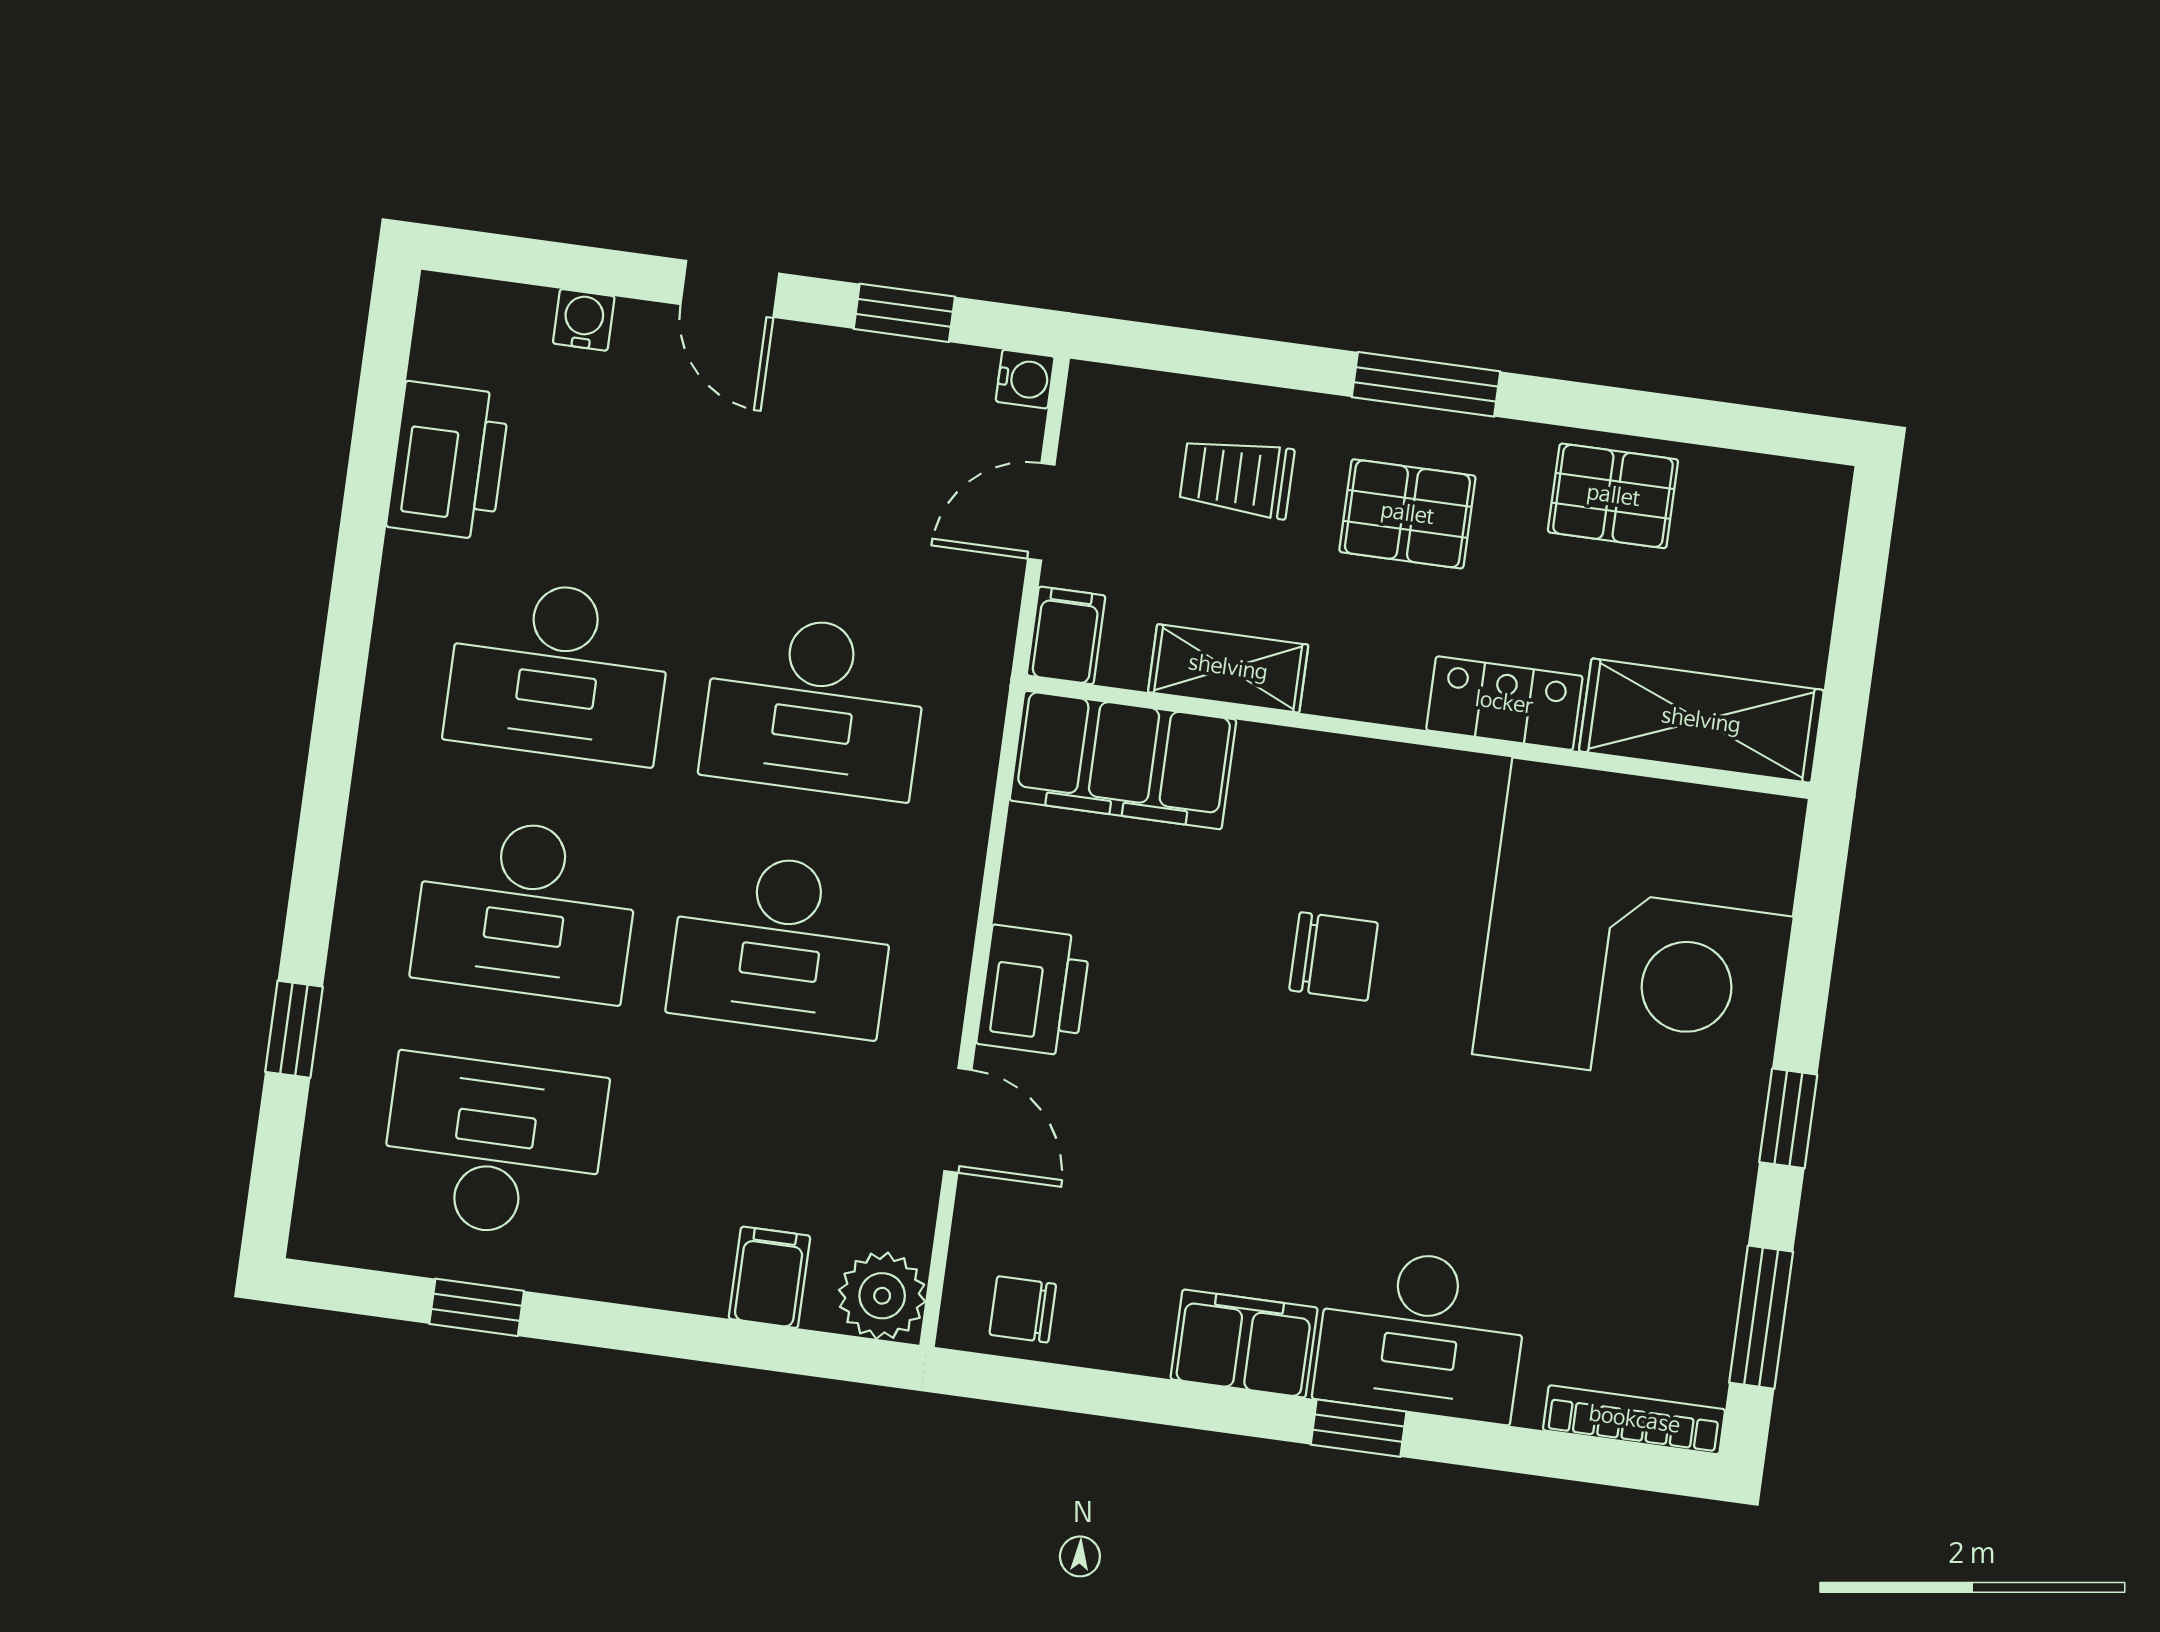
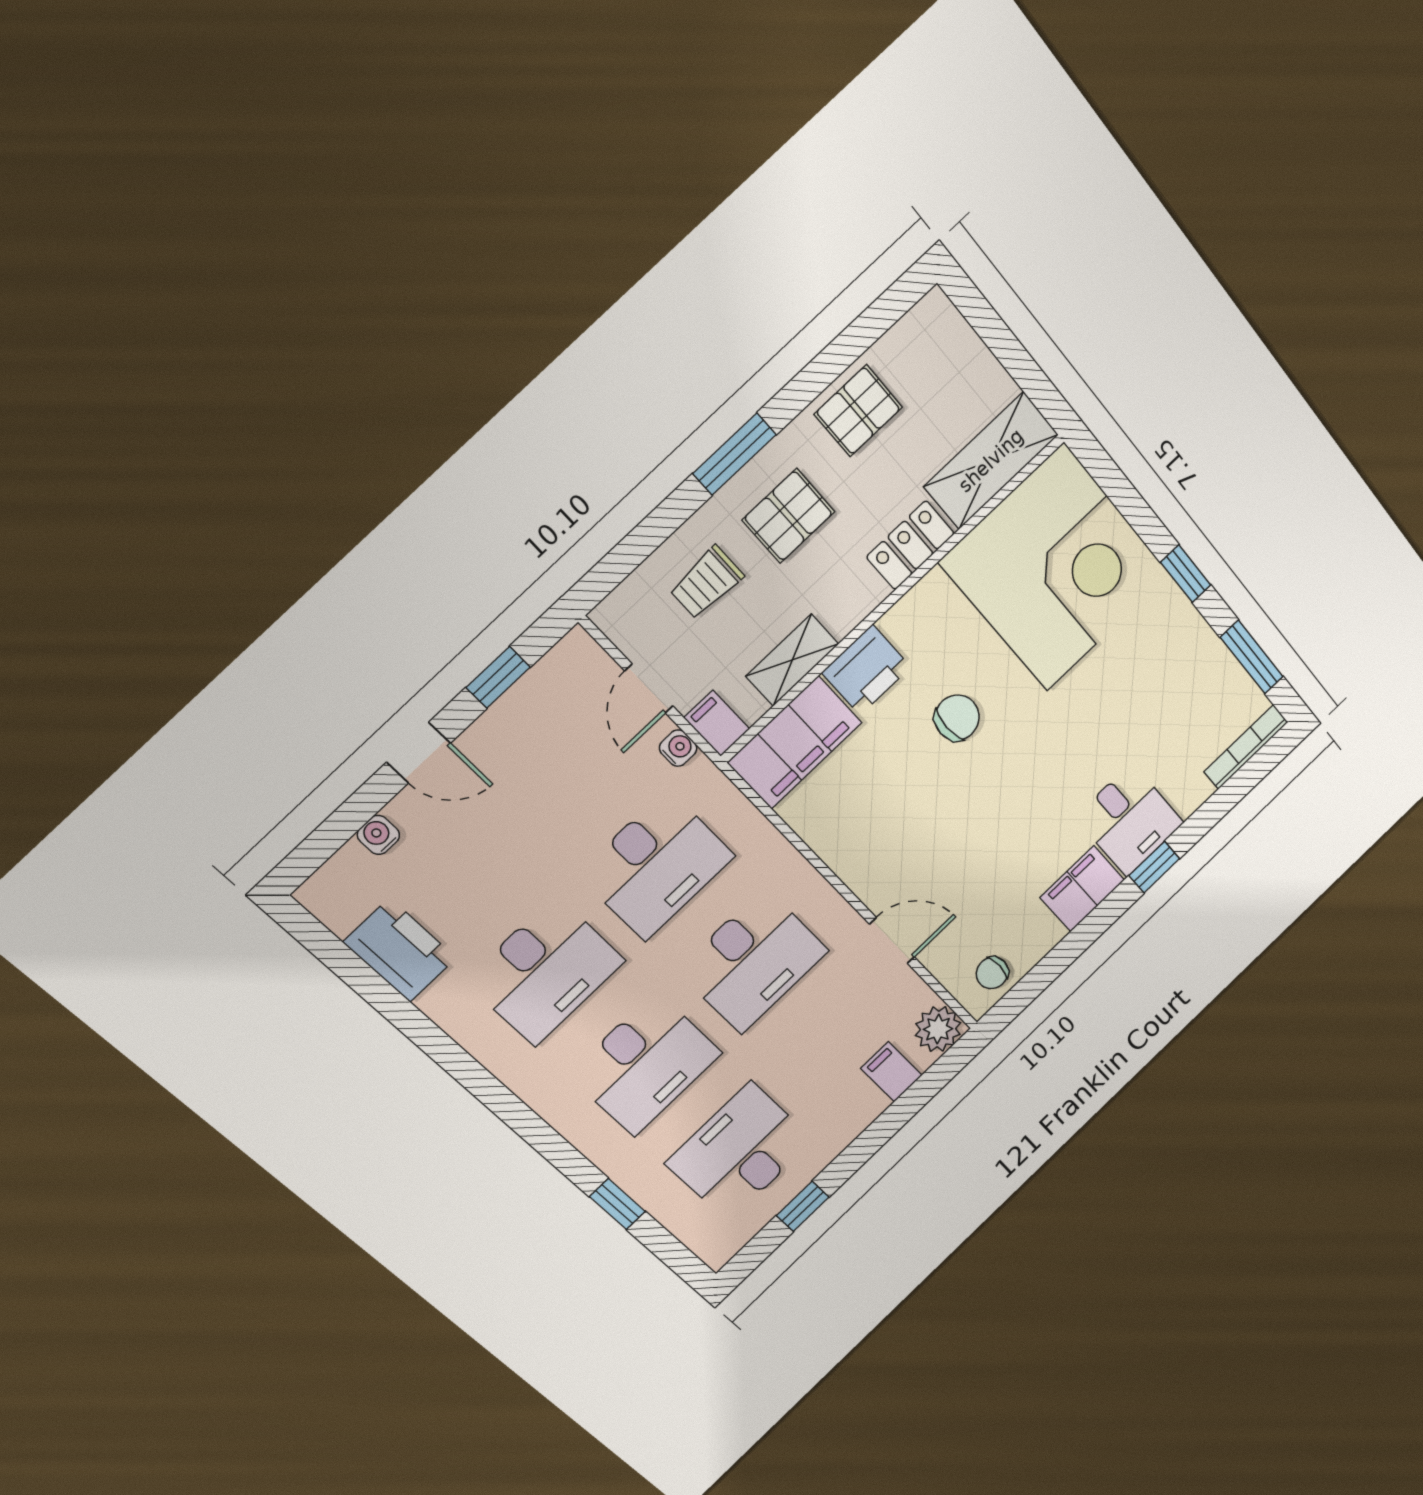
water cooler: (1025, 379) -> (678, 748), moved
printer: (1034, 991) -> (866, 670), moved, turned 90
desk: (1421, 1334) -> (1129, 820), width x0.73

